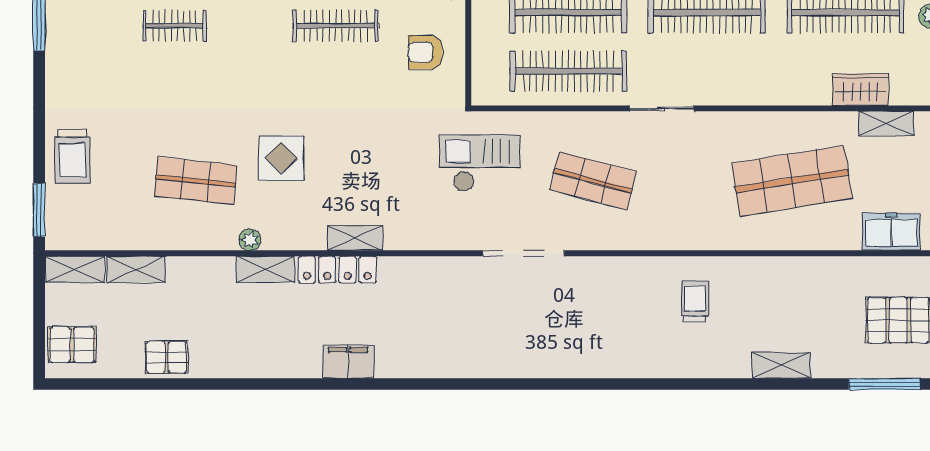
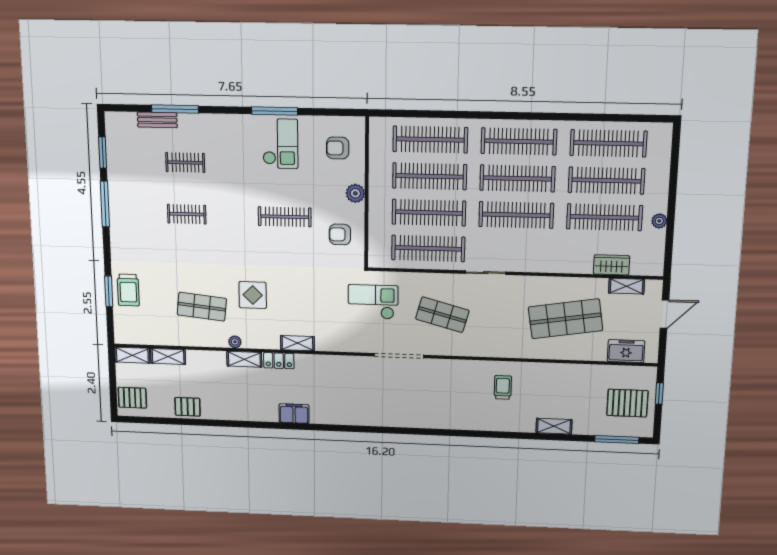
window: (39, 210) -> (109, 291), moved
locker: (337, 270) -> (279, 361), width x0.66

